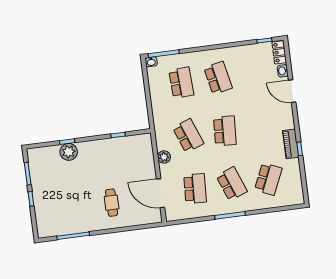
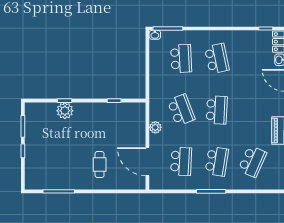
school desk: (232, 184) -> (217, 161), turned 30

